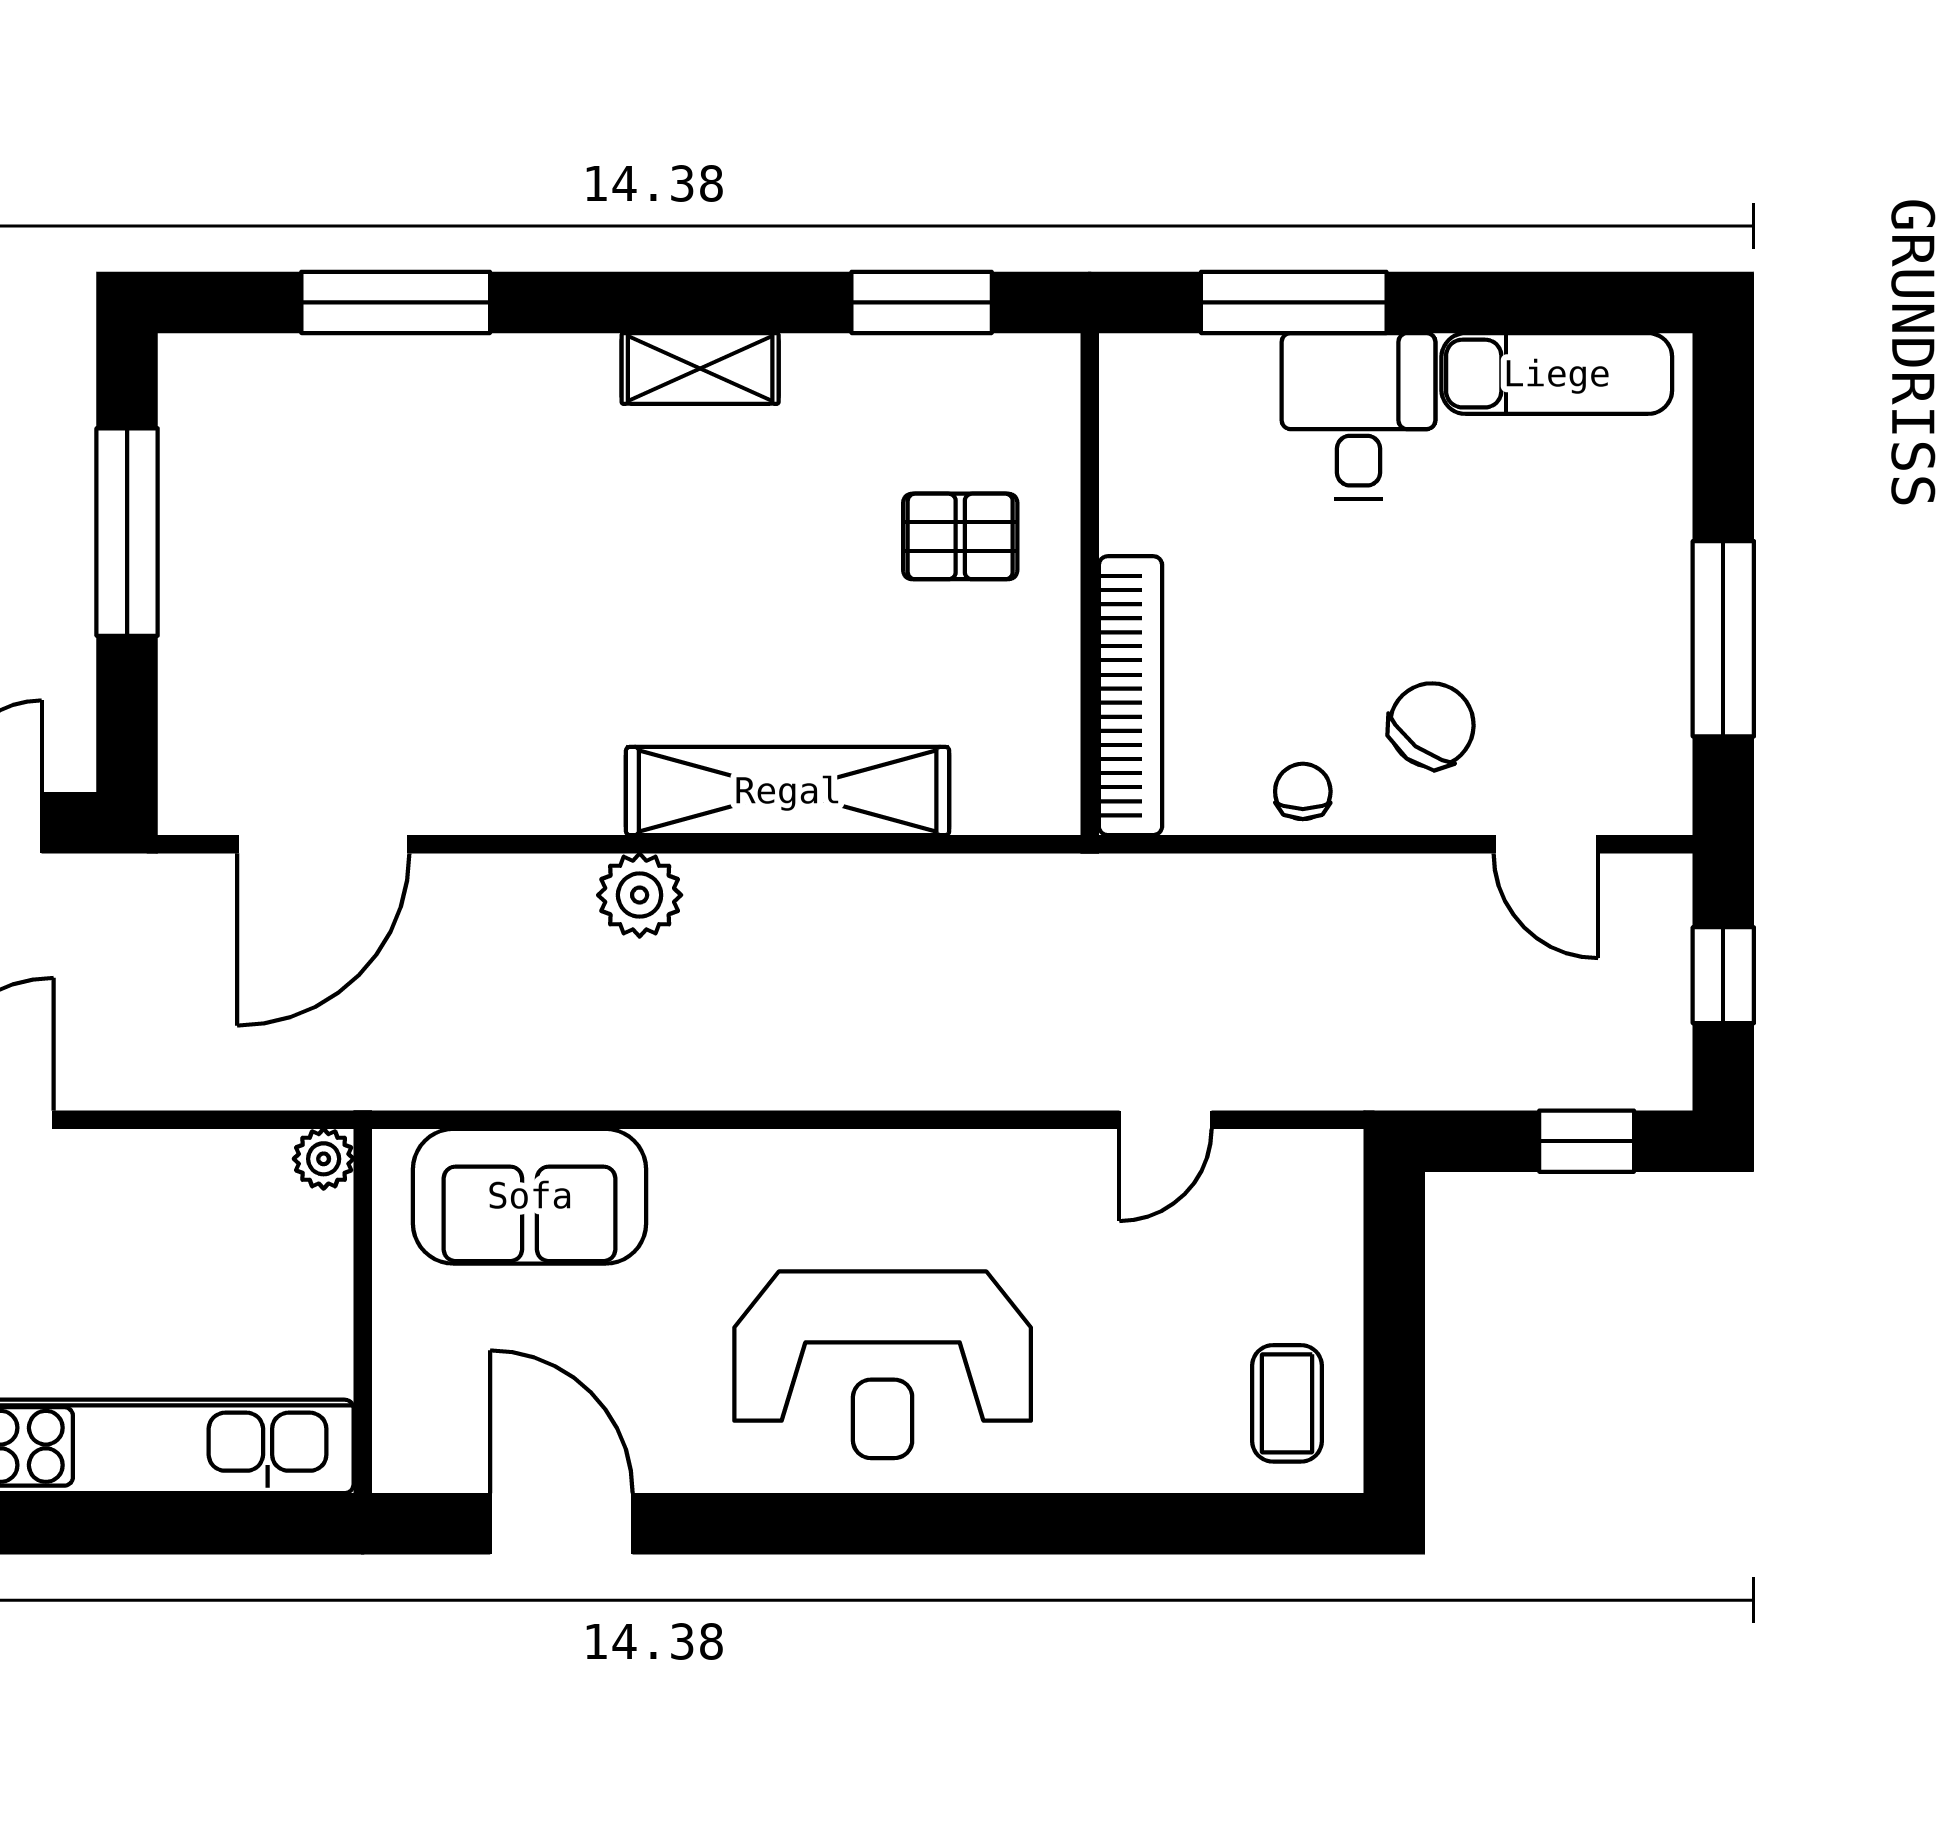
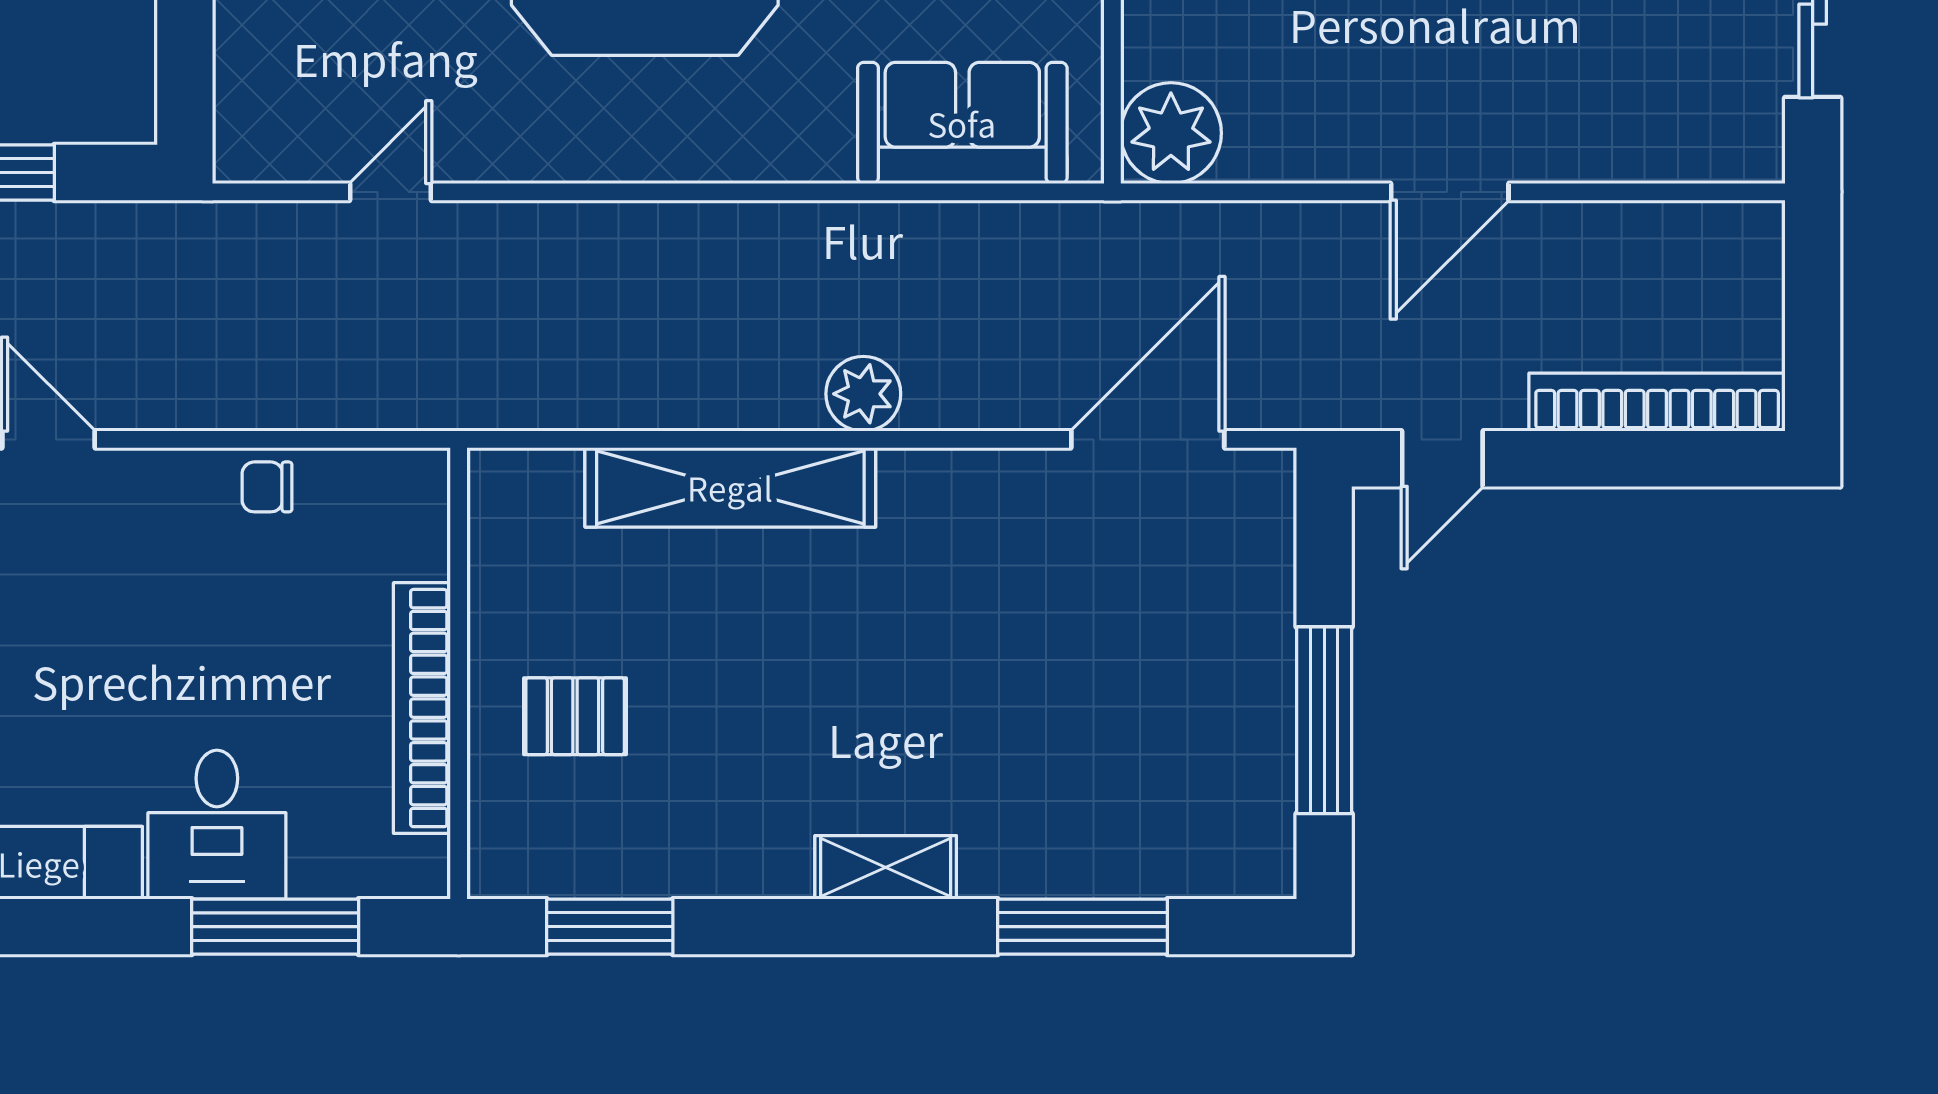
shelving: (700, 368) -> (886, 867), moved
bookcase: (1131, 696) -> (422, 708), moved
chair: (1432, 725) -> (151, 547), removed
chair: (1303, 791) -> (267, 487), turned 90
plant: (324, 1159) -> (1171, 133), width x1.88, depth x1.88

